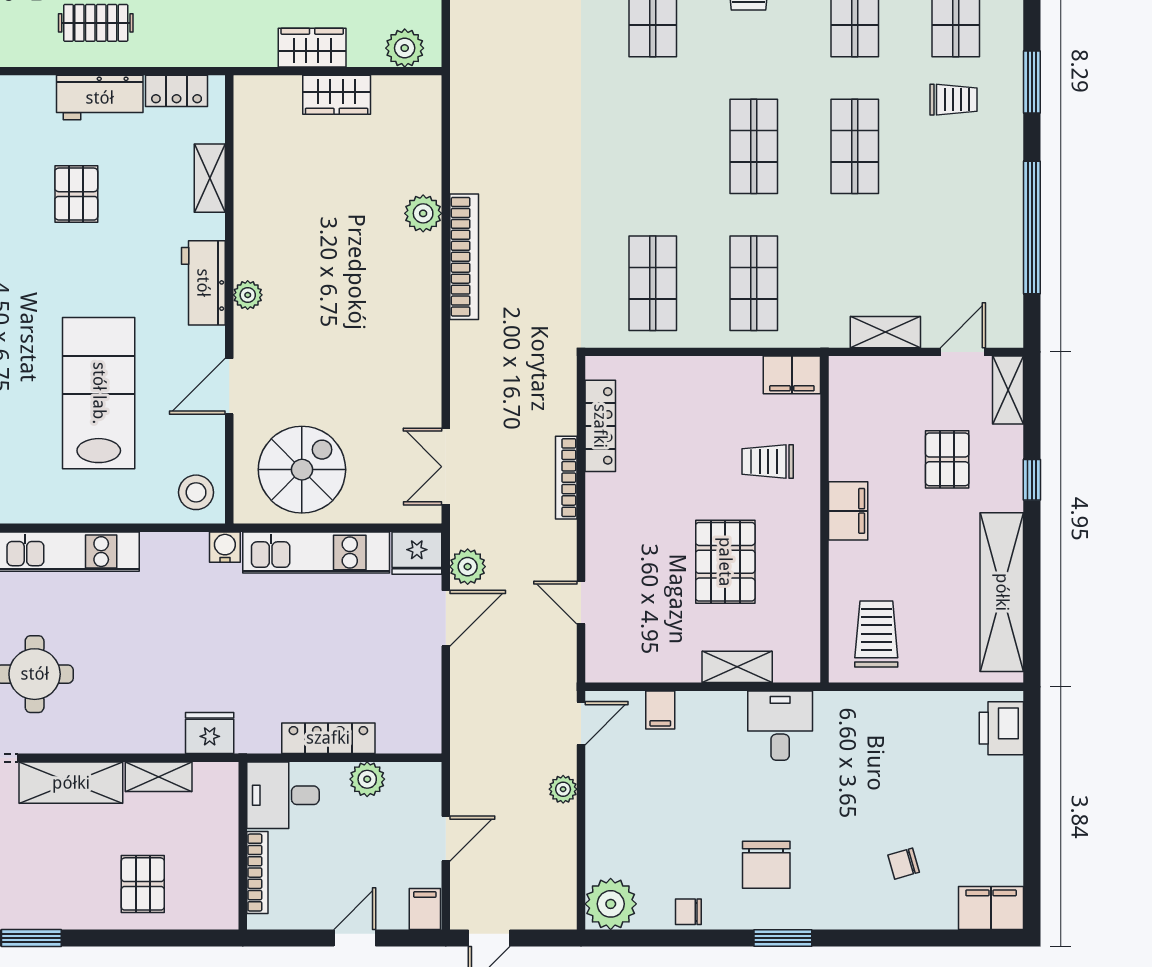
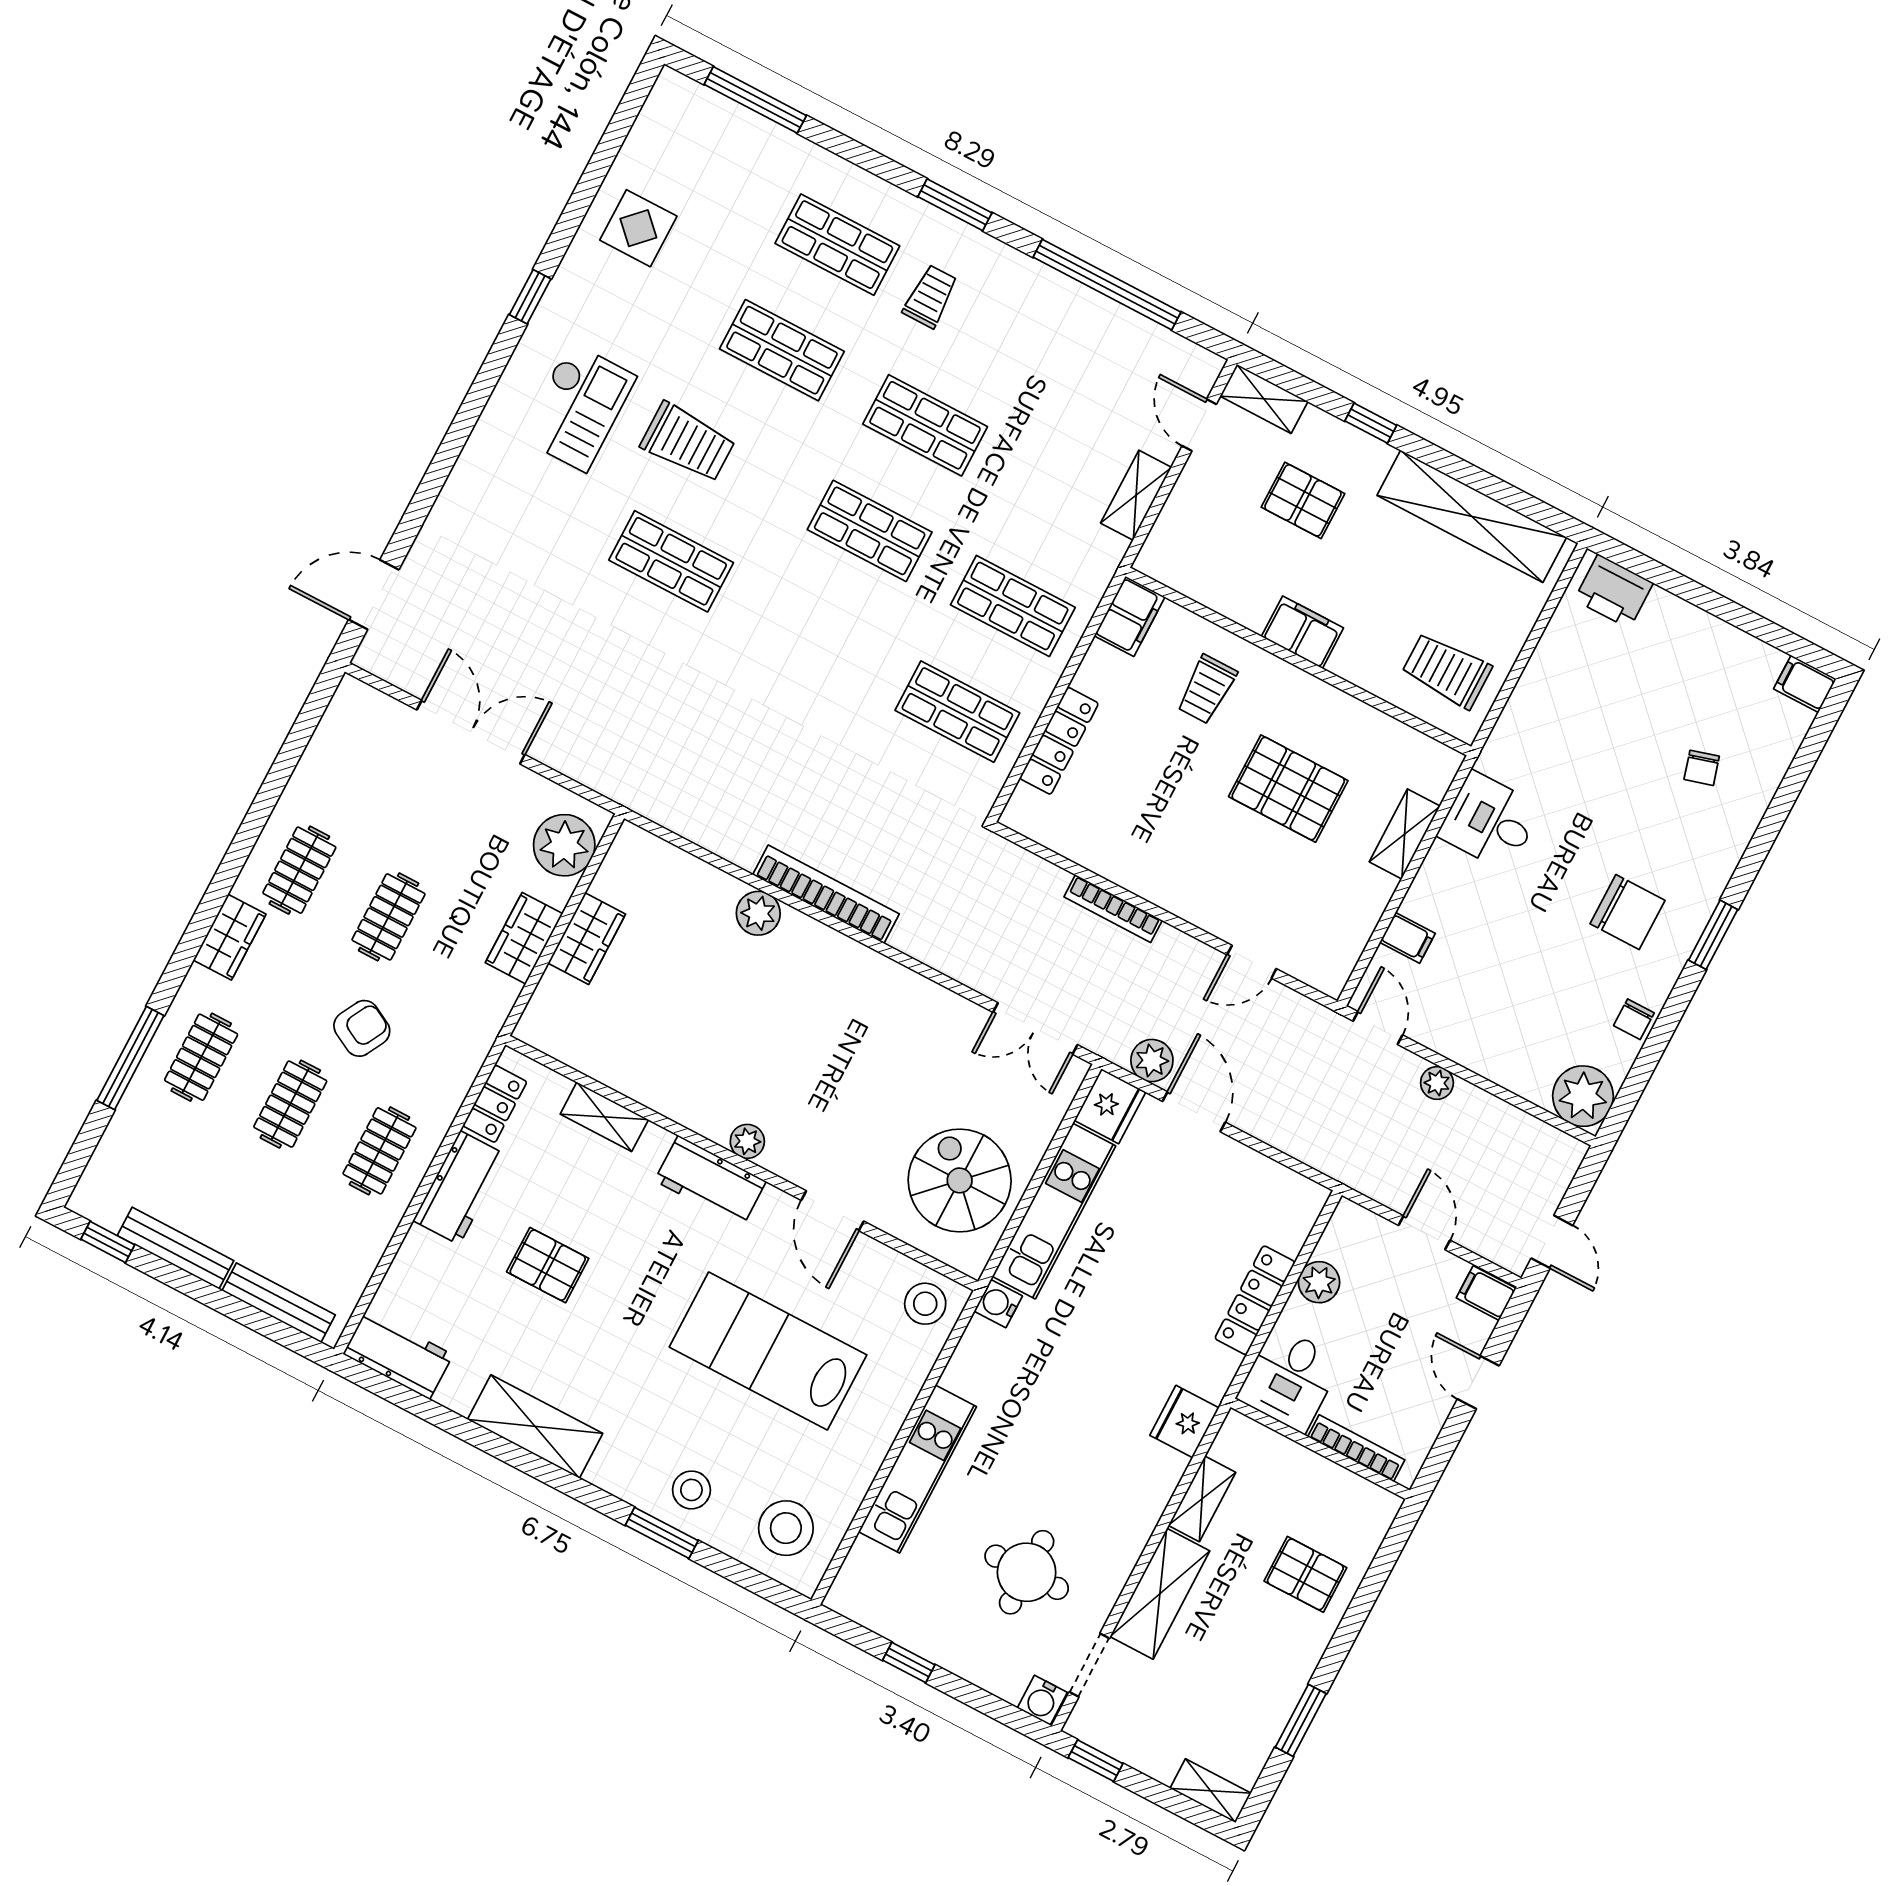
plant: (405, 48) -> (564, 845), width x1.36, depth x1.36
locker: (600, 426) -> (1059, 741), moved, turned 90
filing cabinet: (991, 908) -> (1805, 684), width x0.50

